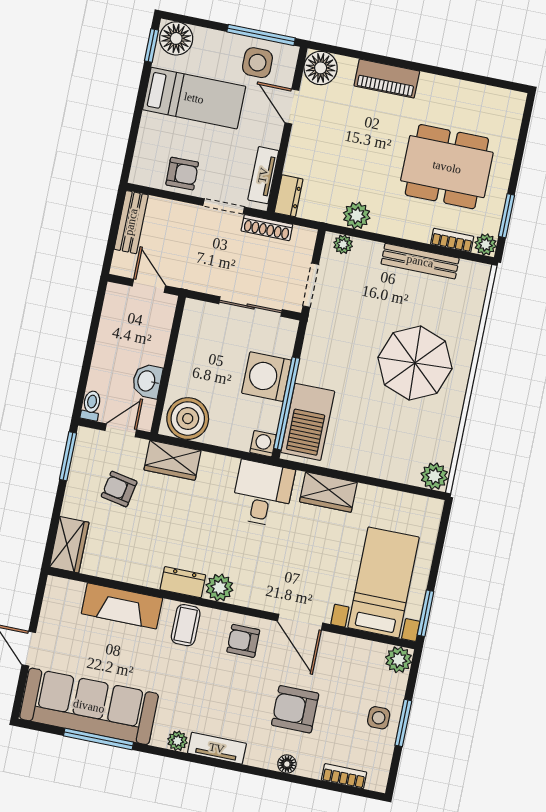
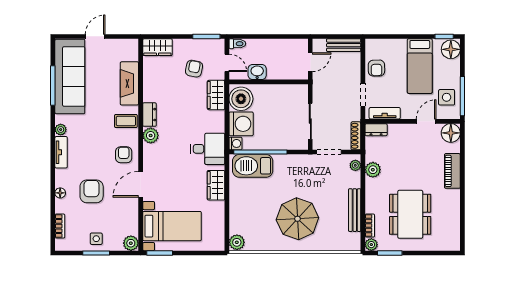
shoe rack: (267, 228) -> (356, 136), moved
washing machine: (267, 377) -> (241, 124), moved, turned 90

